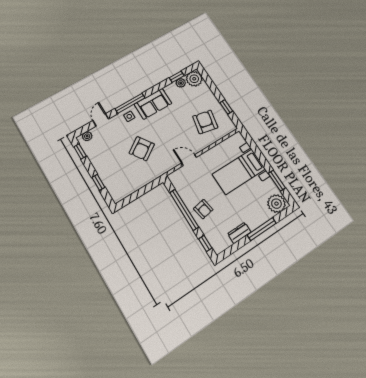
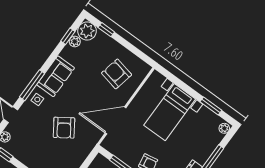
window: (226, 107) -> (106, 30), moved
door: (189, 160) -> (116, 120), width x1.87
plant: (276, 204) -> (224, 128), width x0.53, depth x0.53

